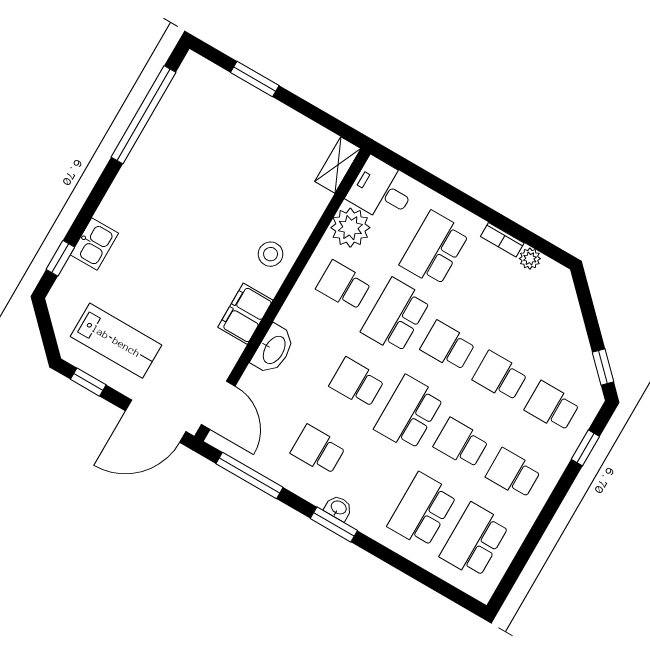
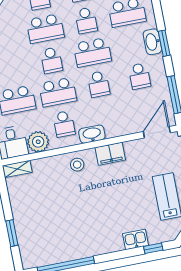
washbasin: (273, 349) -> (92, 134), moved
school desk: (500, 376) -> (45, 29), width x1.85
washbasin: (338, 508) -> (152, 42), width x1.91, depth x1.45

